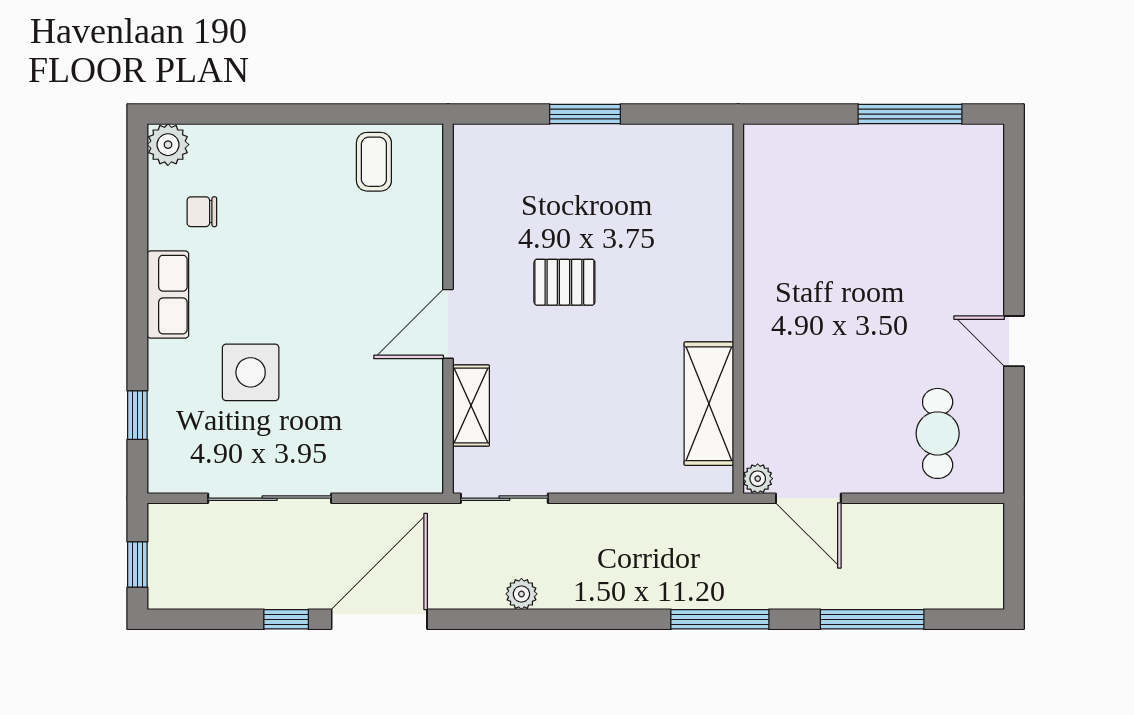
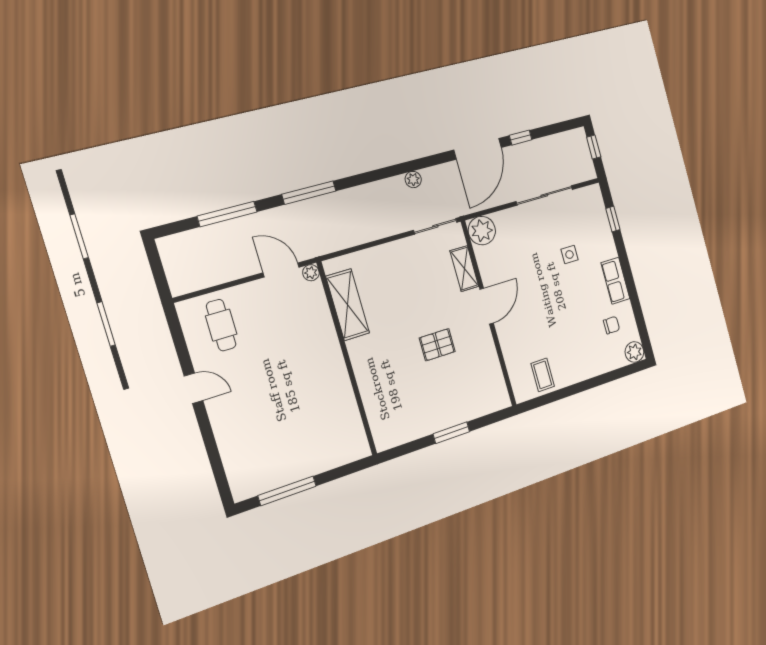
side table: (251, 372) -> (569, 255), width x0.54, depth x0.54
plant: (416, 466) -> (482, 231), added

